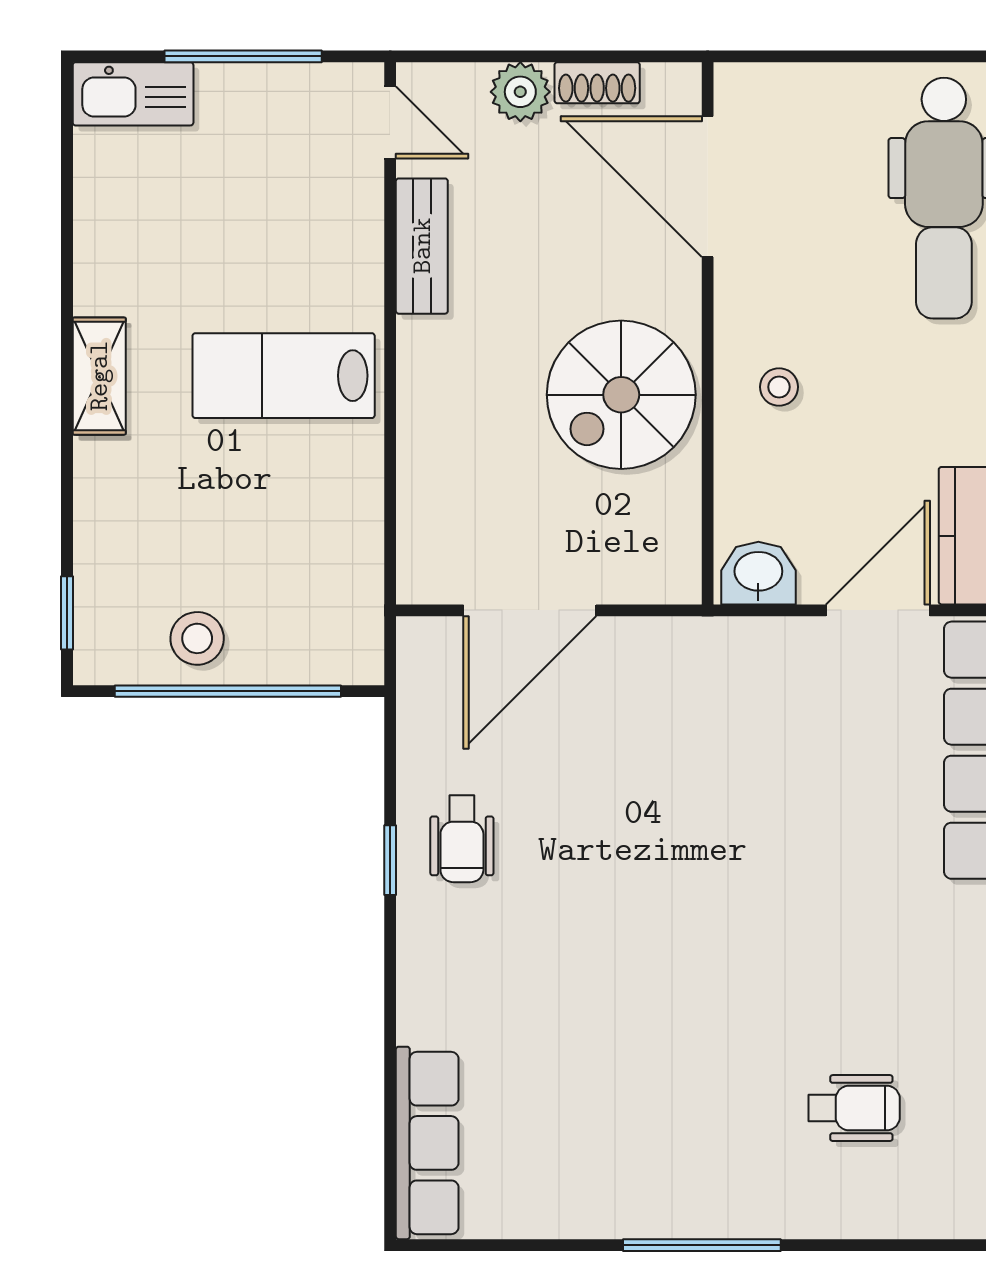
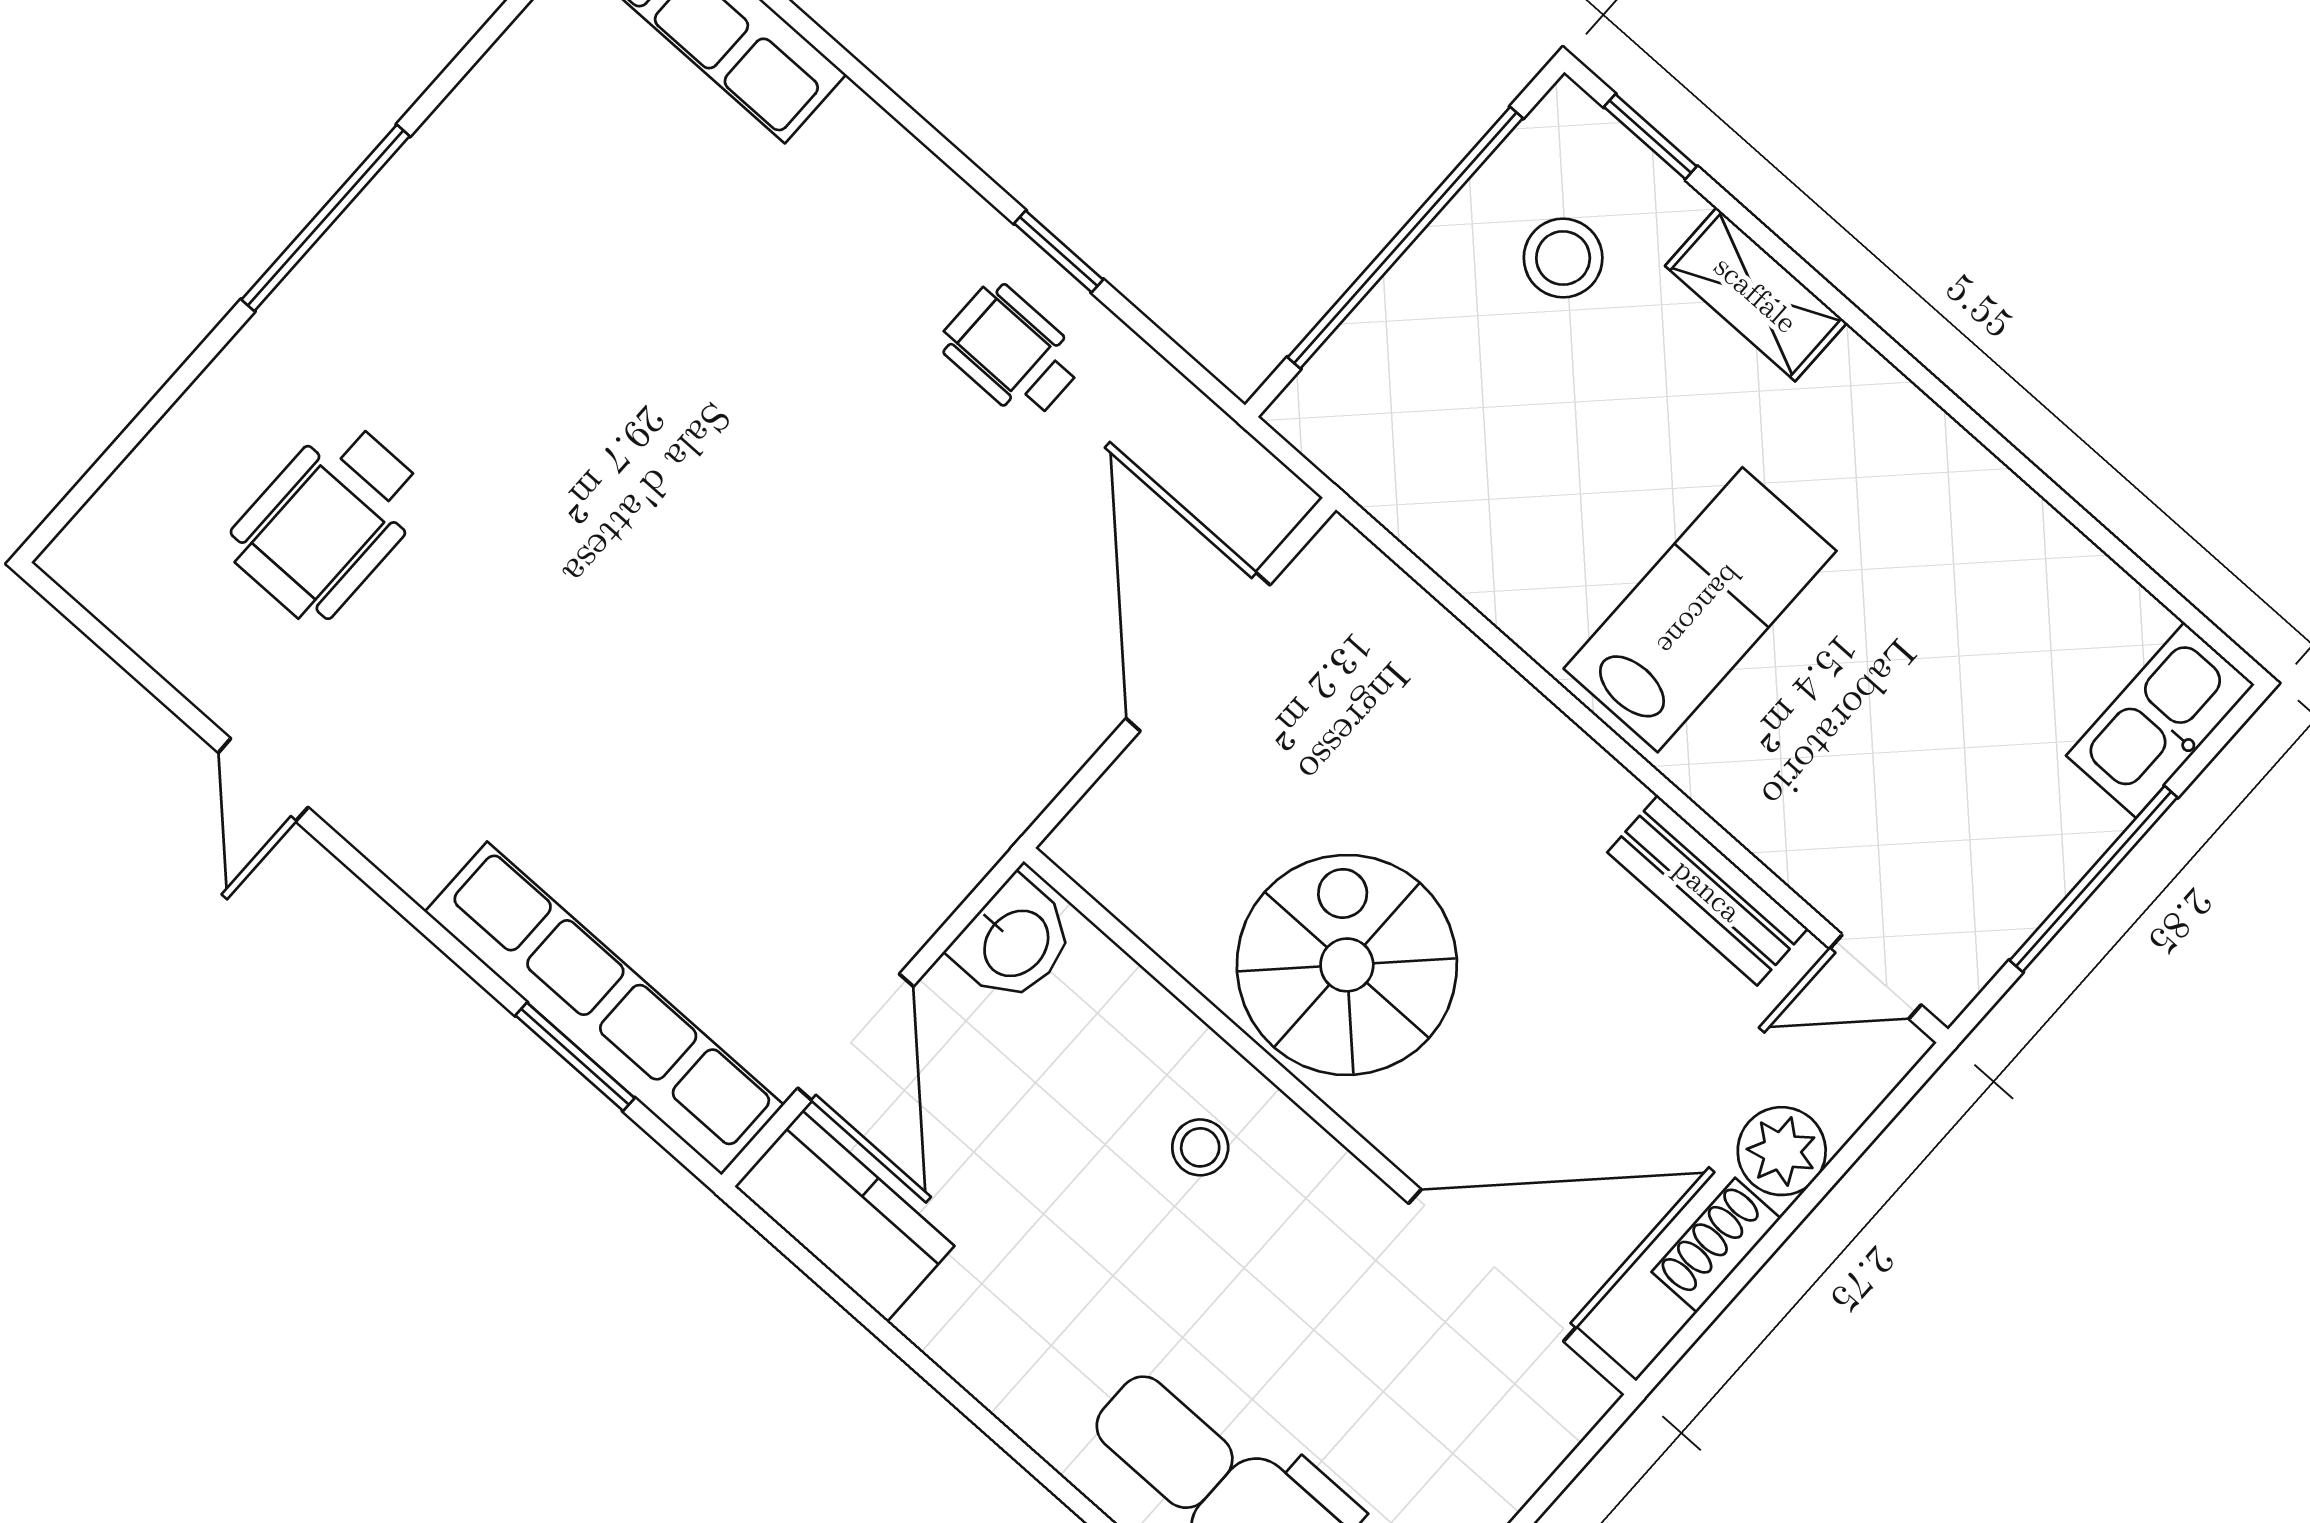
shelving: (99, 376) -> (1756, 294), moved
stool: (197, 638) -> (1563, 258), moved
wheelchair: (854, 1108) -> (328, 521), width x1.36, depth x1.37

